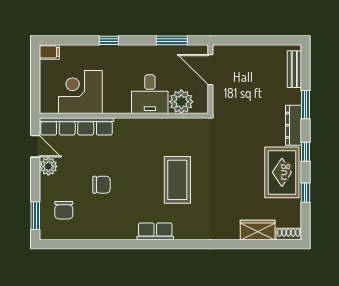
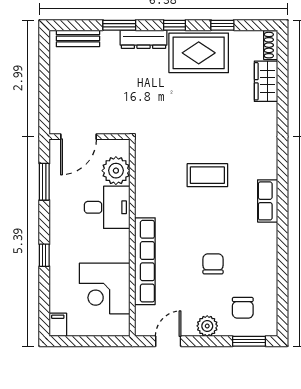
row of seats: (76, 126) -> (145, 261), moved
plant: (48, 166) -> (207, 326), moved
coffee table: (177, 180) -> (207, 175), width x0.73, depth x0.76
chair: (64, 210) -> (243, 308), turned 90

